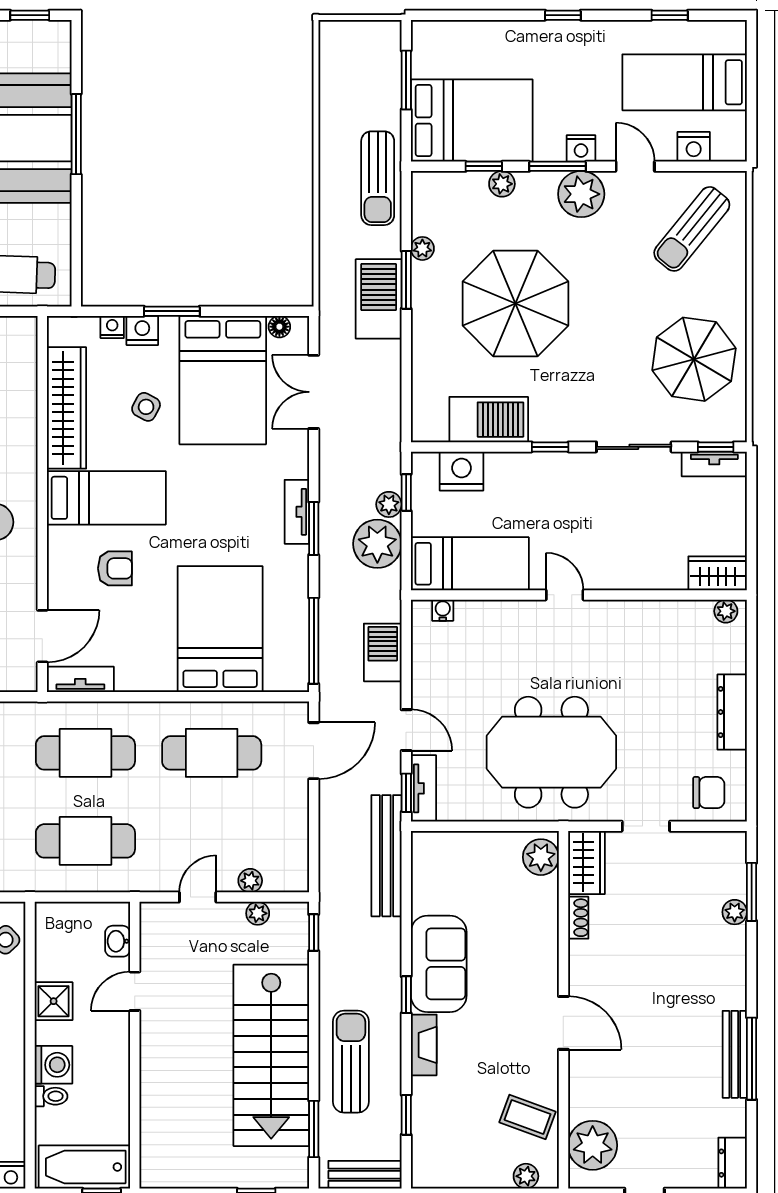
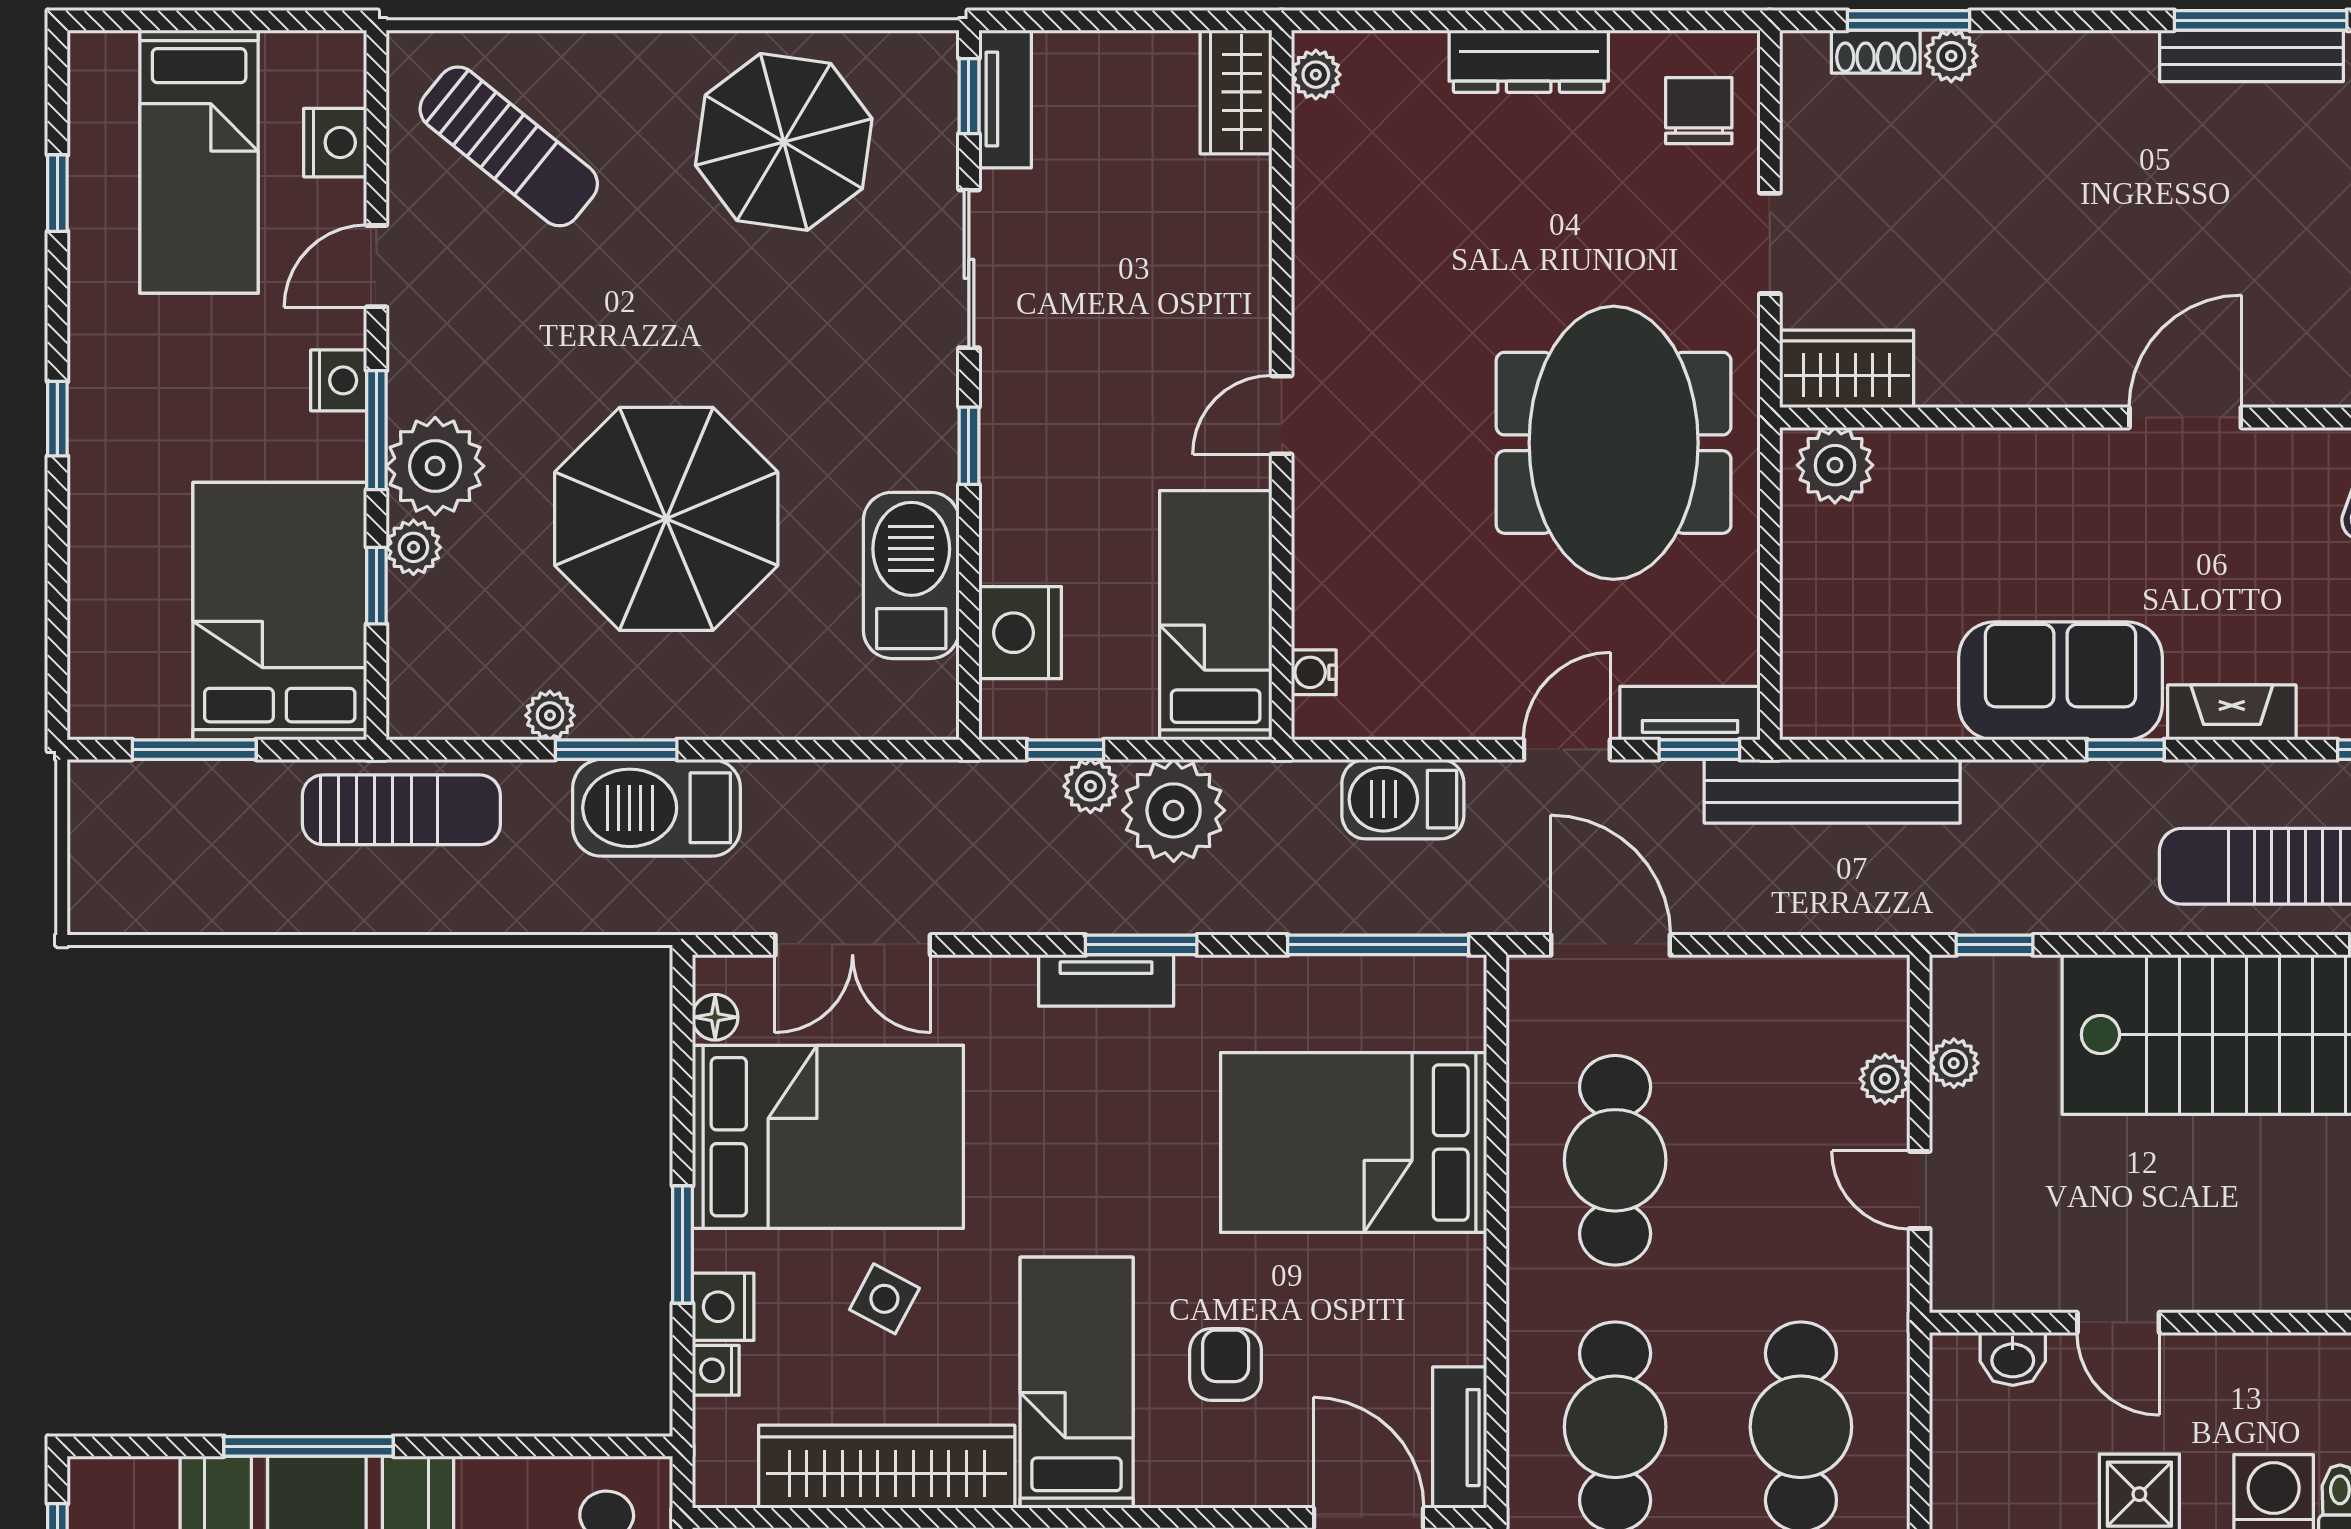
plant: (581, 194) -> (435, 466), moved
shoe rack: (578, 918) -> (1876, 52), moved, turned 180

